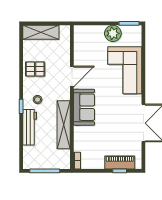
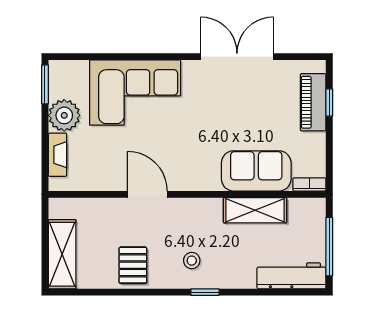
fireplace: (92, 30) -> (58, 155), added
sofa: (84, 107) -> (256, 171), moved
shelving: (64, 125) -> (255, 210), width x0.68
workbench: (30, 127) -> (291, 276), moved

